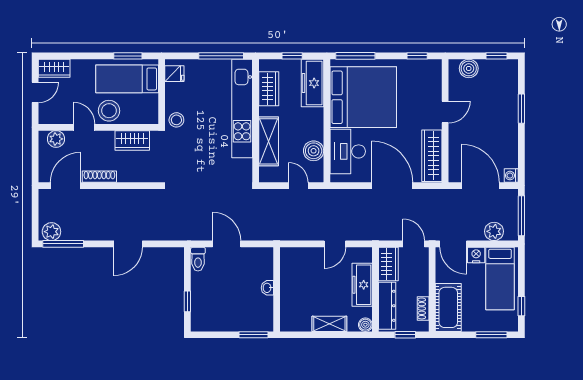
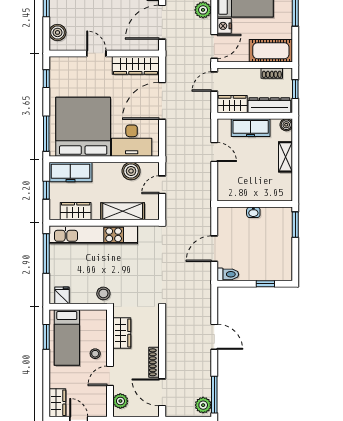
stool: (109, 111) -> (95, 354), width x0.53, depth x0.53

